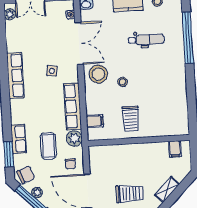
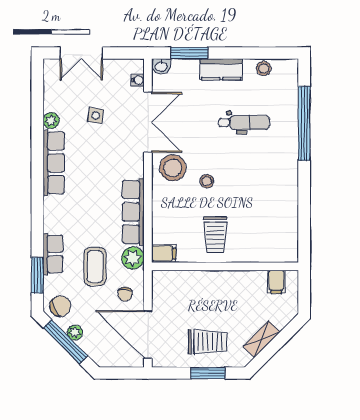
plant: (10, 14) -> (51, 121), moved
side table: (52, 71) -> (96, 115), moved
filing cabinet: (95, 121) -> (164, 254), moved

